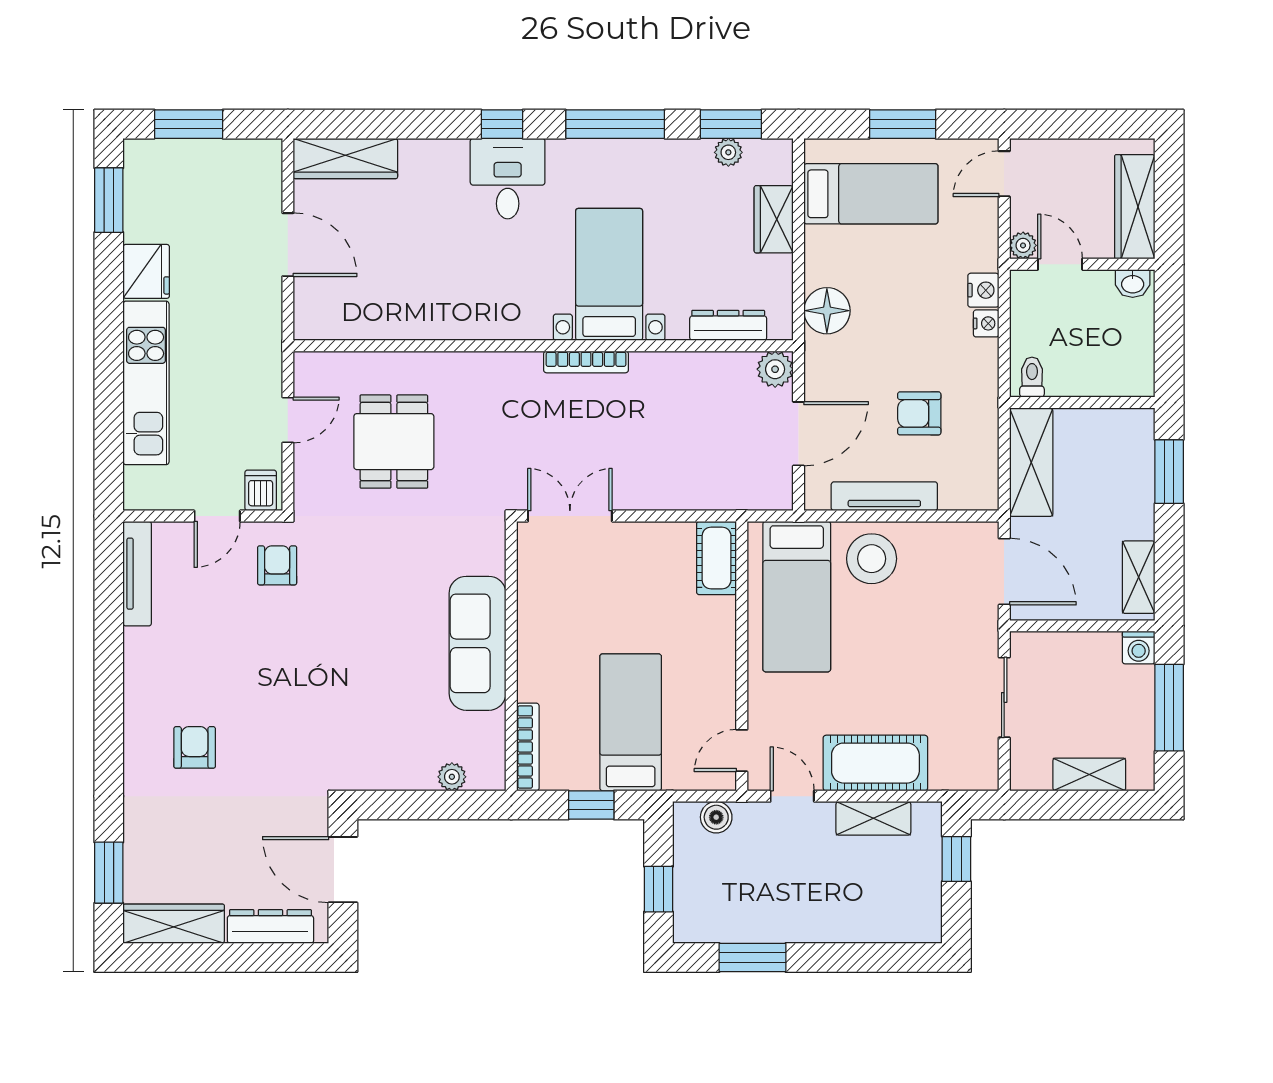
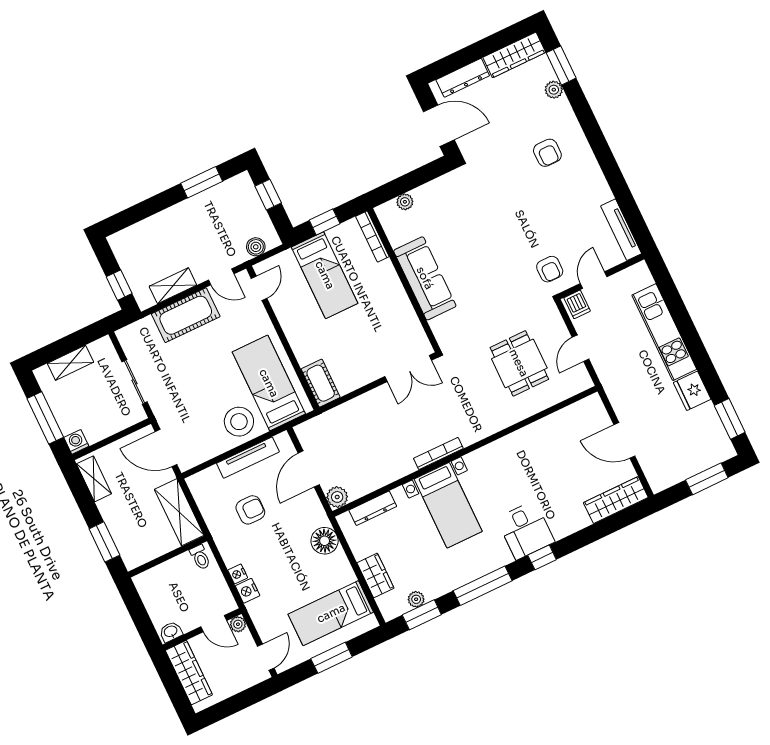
plant: (138, 841) -> (554, 90), added

